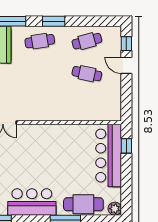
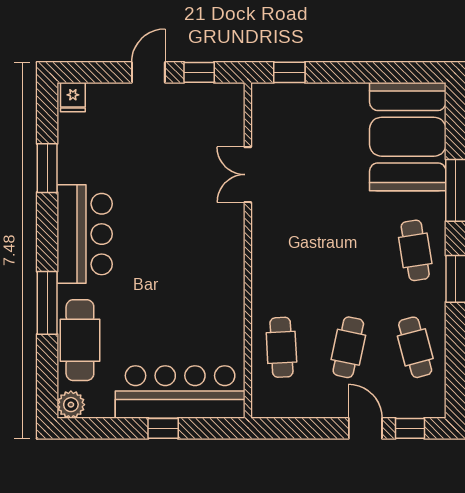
door: (126, 65) -> (365, 428), hinge flipped
cafe table: (87, 106) -> (281, 347), added
window: (126, 146) -> (163, 428), moved

